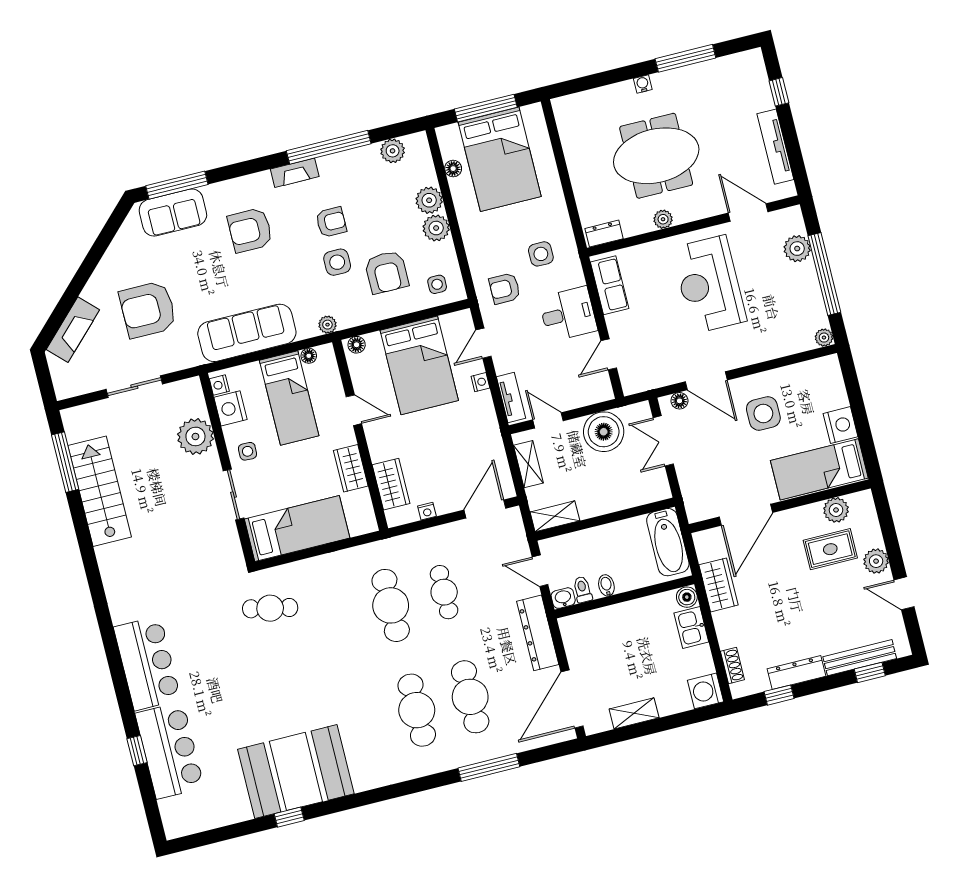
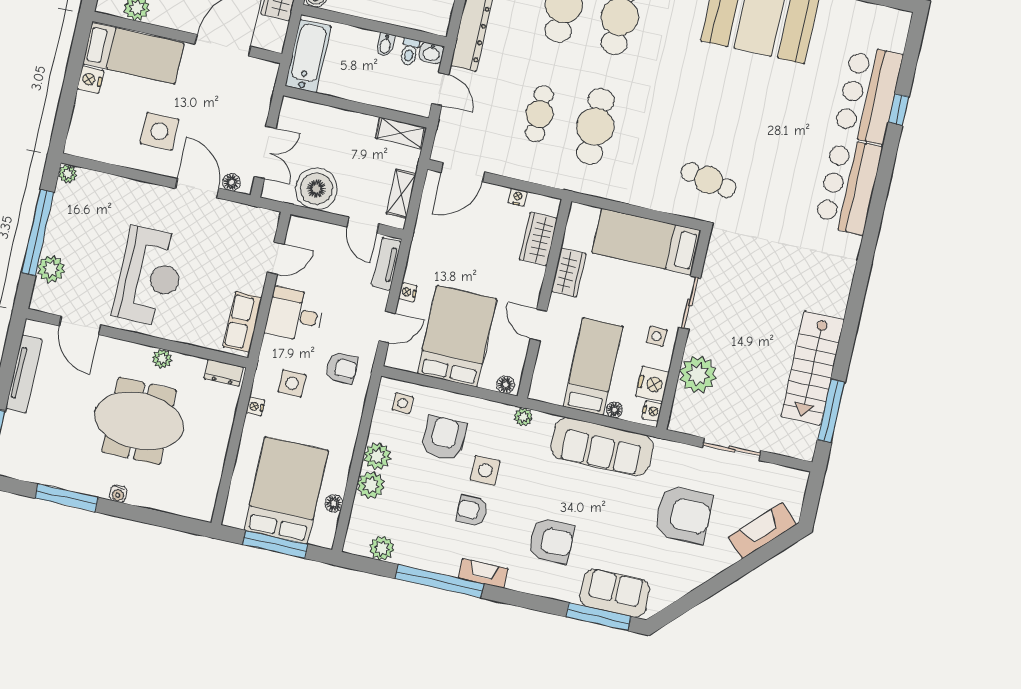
nightstand: (562, 218) -> (255, 406), added
floor lamp: (309, 356) -> (615, 410), moved
nightstand: (841, 425) -> (90, 80), width x0.74, depth x0.75

